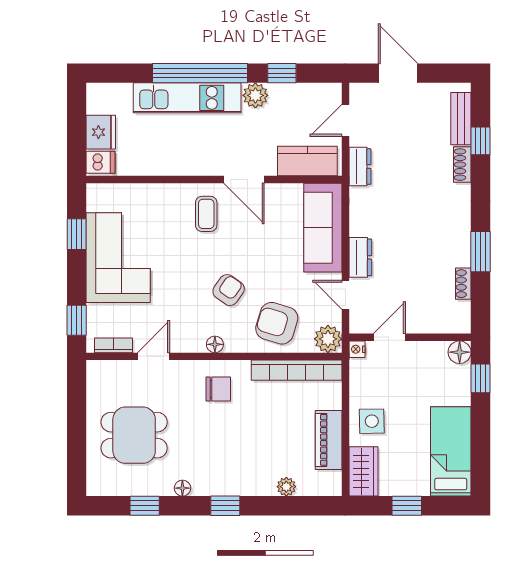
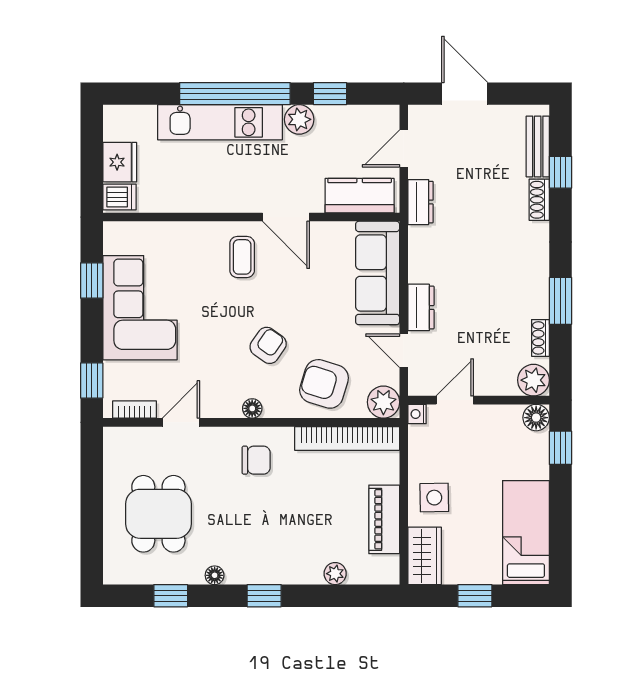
plant: (457, 320) -> (533, 380), added
dining table: (134, 435) -> (158, 514), turned 90

